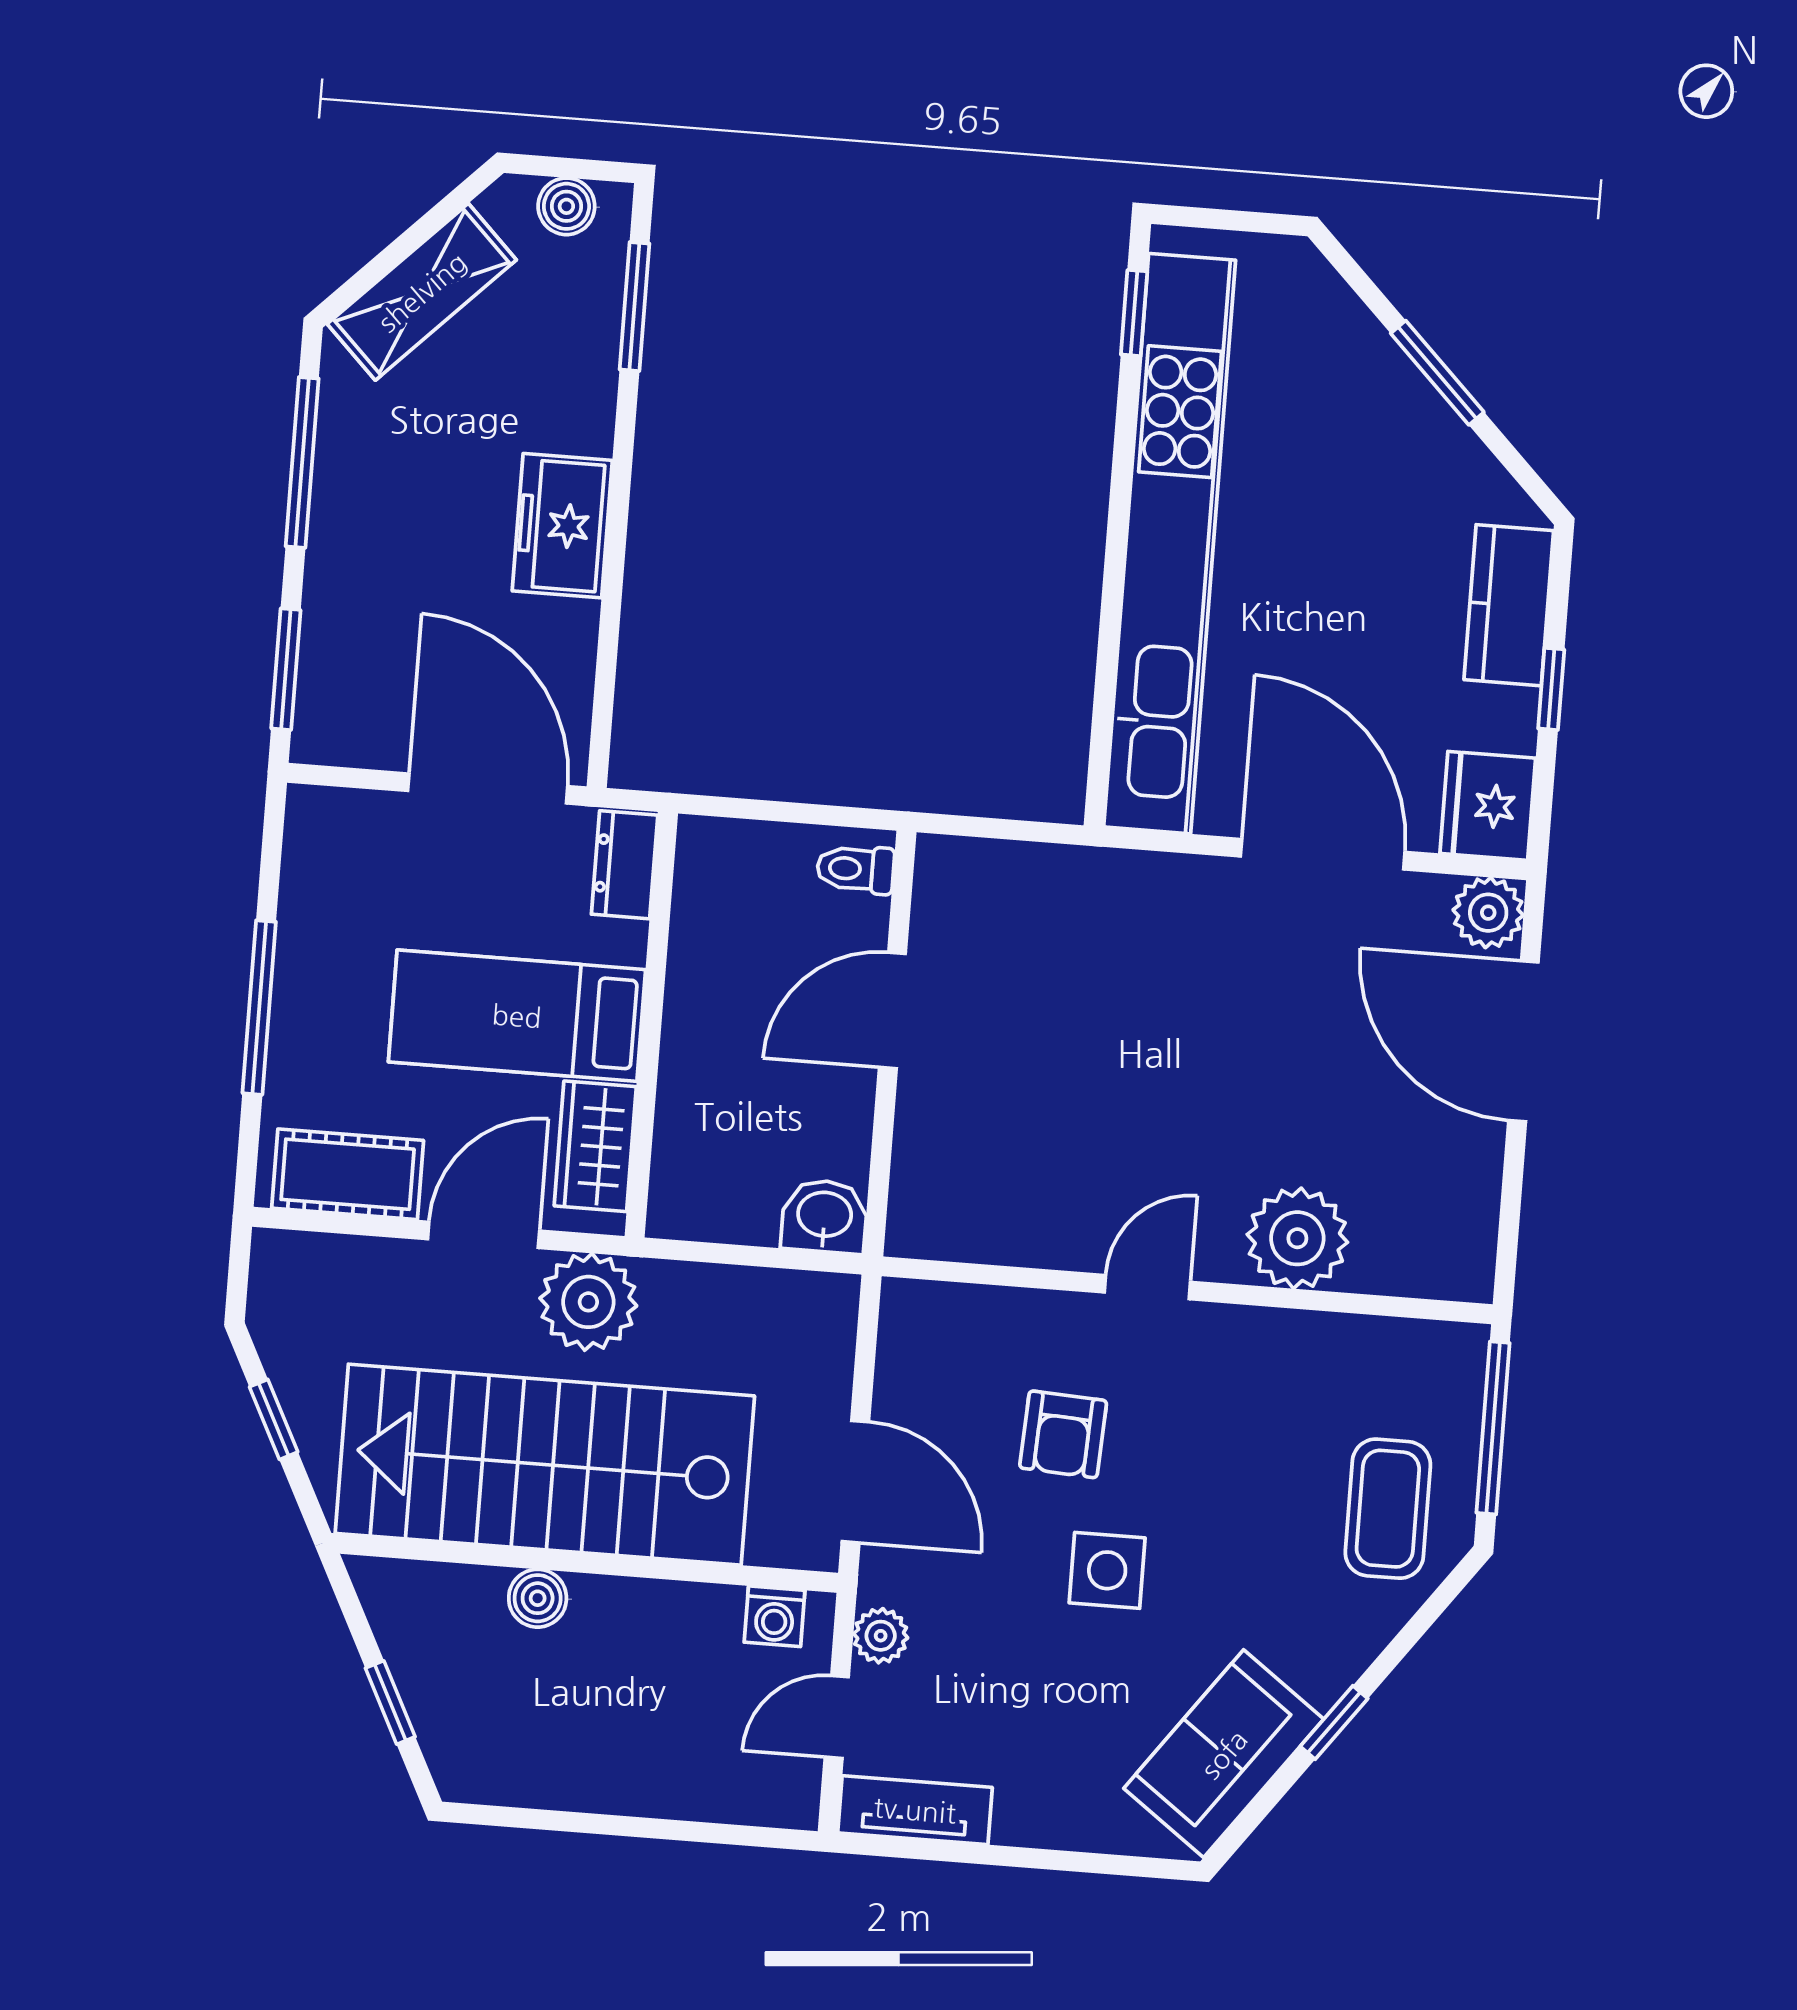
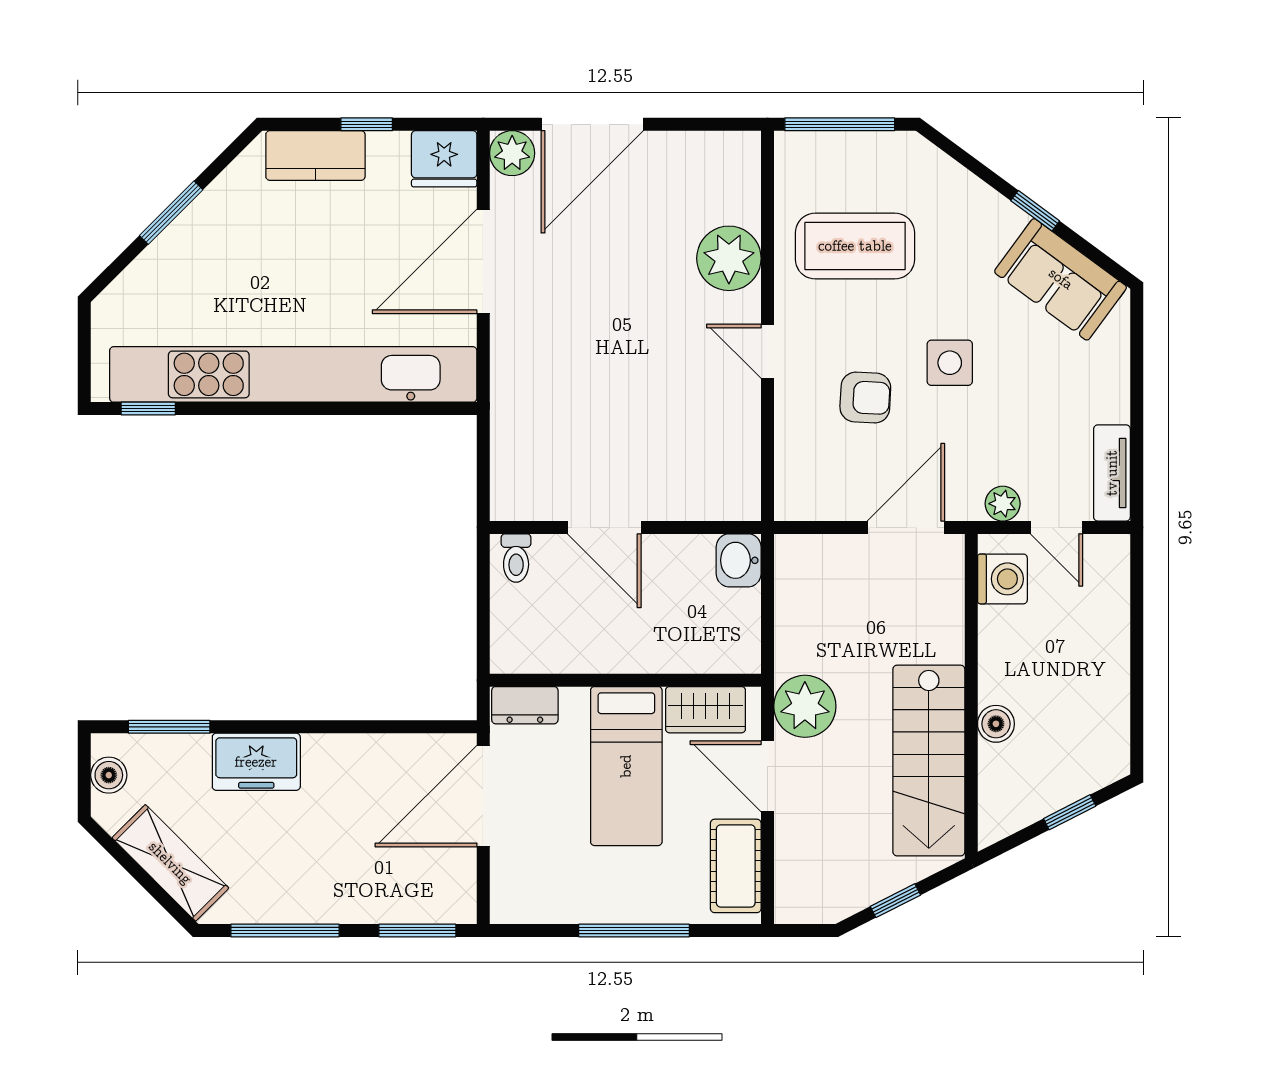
freezer: (562, 526) -> (256, 762), moved
stairs: (545, 1465) -> (929, 761), width x0.73, depth x0.66
coffee table: (1388, 1509) -> (855, 246), moved, width x1.36, depth x1.32
washing machine: (775, 1616) -> (1002, 579), width x1.38, depth x1.38

